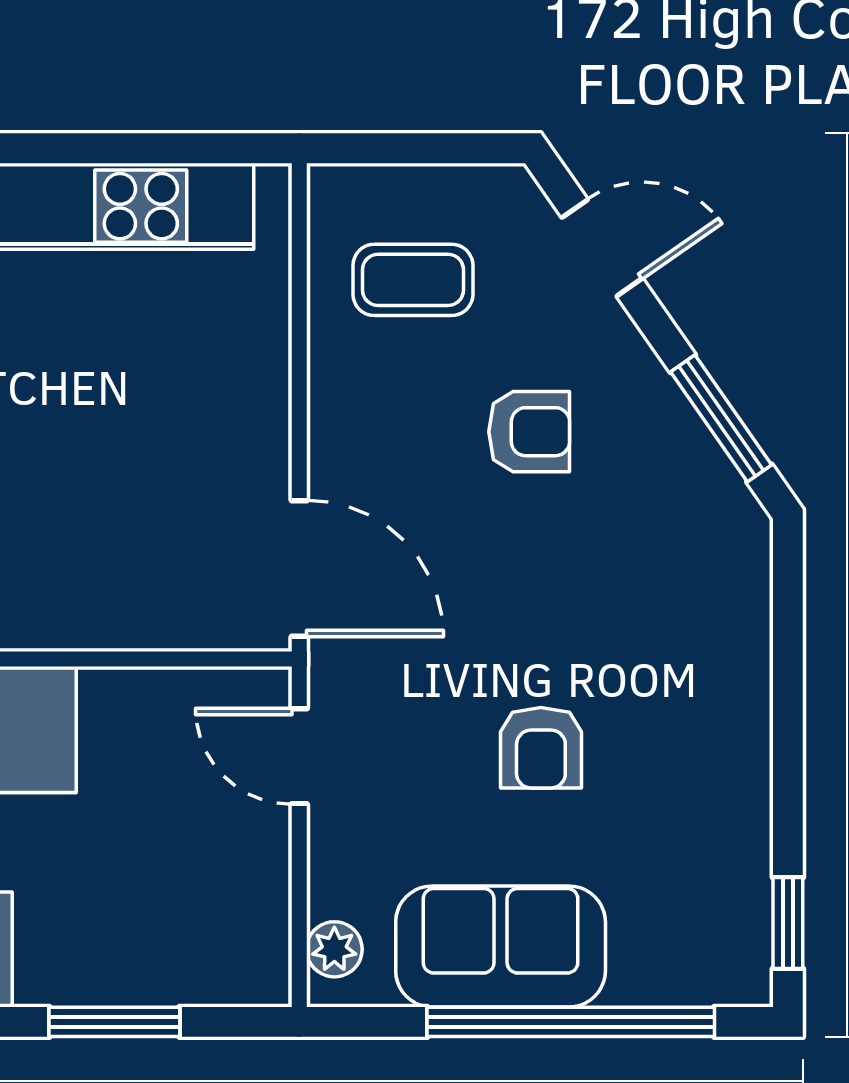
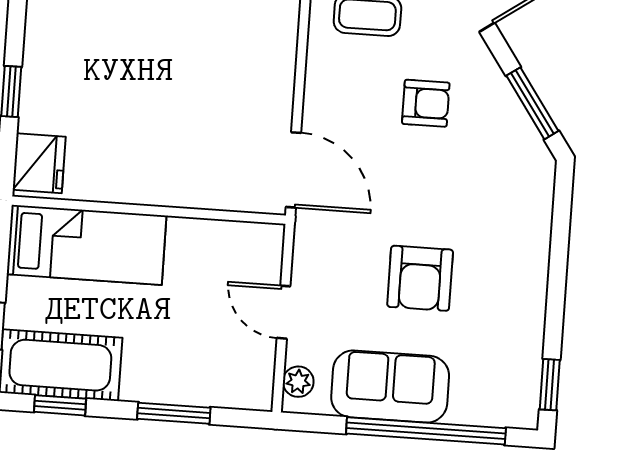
armchair: (541, 748) -> (420, 278), width x1.38, depth x1.38
door: (299, 756) -> (284, 312), moved

